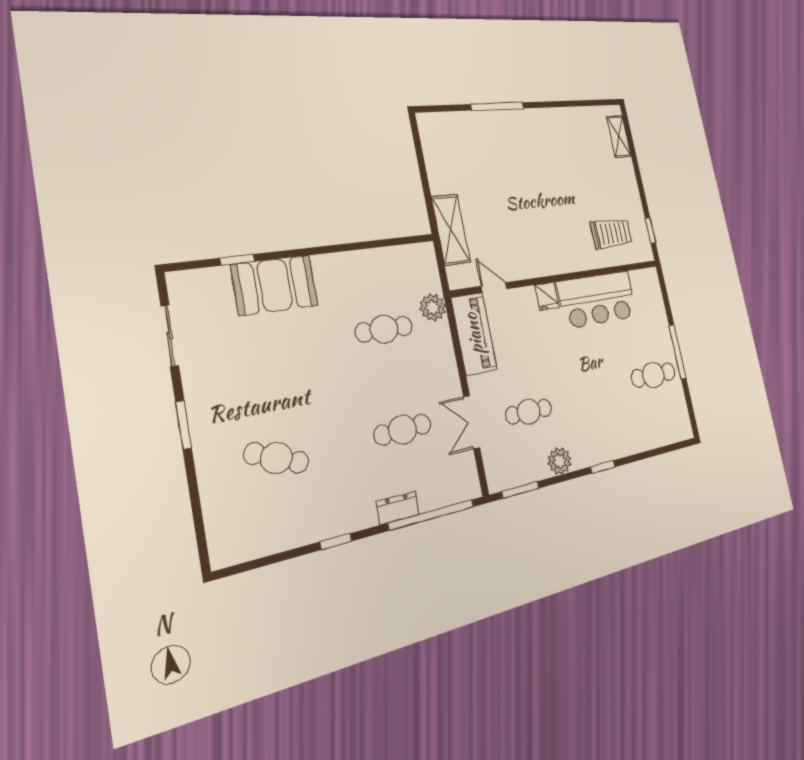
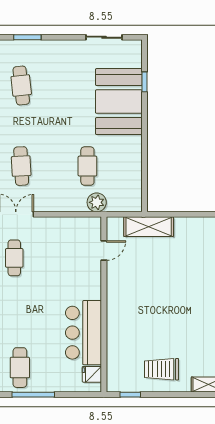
trolley: (611, 233) -> (161, 369), moved, turned 90
booth: (275, 285) -> (119, 102), width x1.36, depth x1.42
fridge: (547, 296) -> (92, 374), moved
piano: (474, 334) -> (74, 229), removed
window: (184, 425) -> (27, 37), moved
cafe table: (277, 458) -> (21, 85), turned -30

